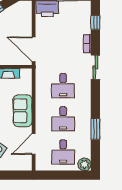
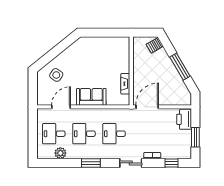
window: (95, 129) -> (91, 163), moved
door: (34, 144) -> (61, 107), hinge flipped
plant: (84, 164) -> (60, 153), moved

